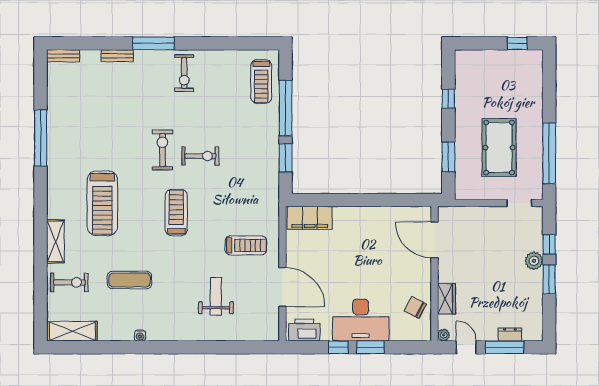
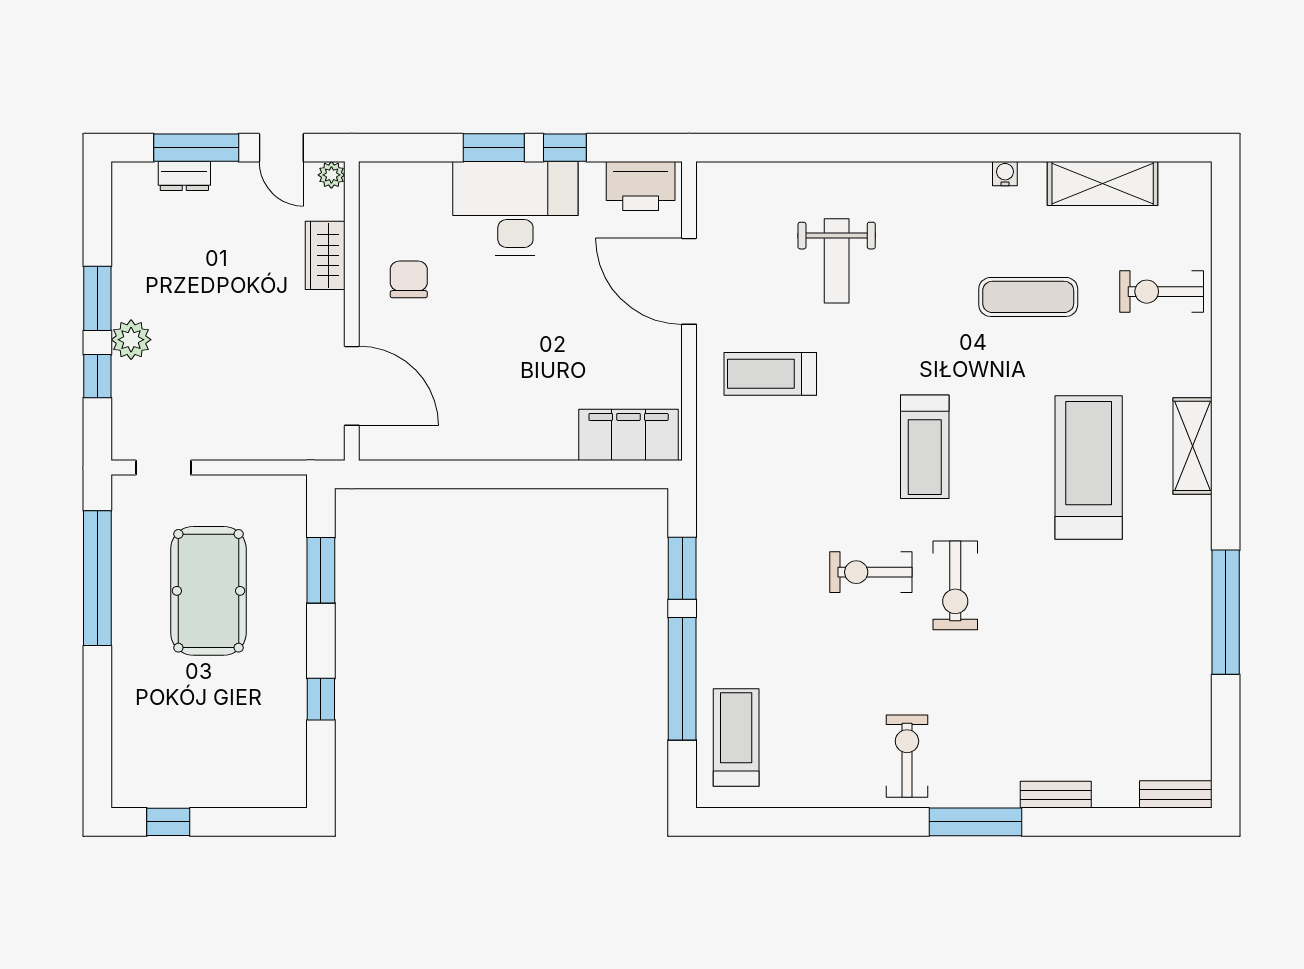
shelving: (55, 241) -> (1193, 446), moved
chair: (415, 307) -> (409, 279), moved, turned -118
shelving: (72, 331) -> (1103, 183), moved

